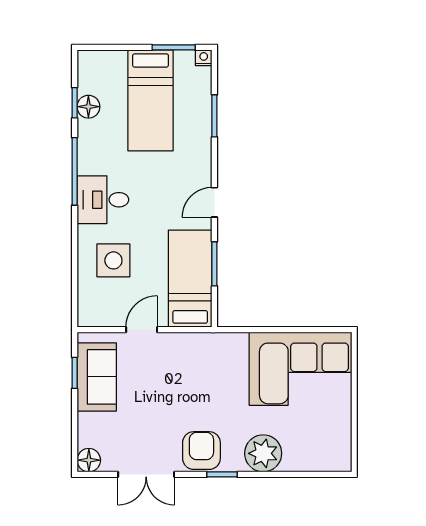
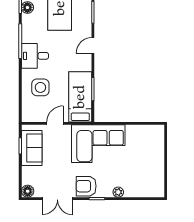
door: (214, 202) -> (93, 45), moved
corner sofa: (301, 369) -> (98, 144), moved
armchair: (201, 451) -> (86, 186), turned -90
plant: (263, 453) -> (118, 192), width x0.53, depth x0.53

